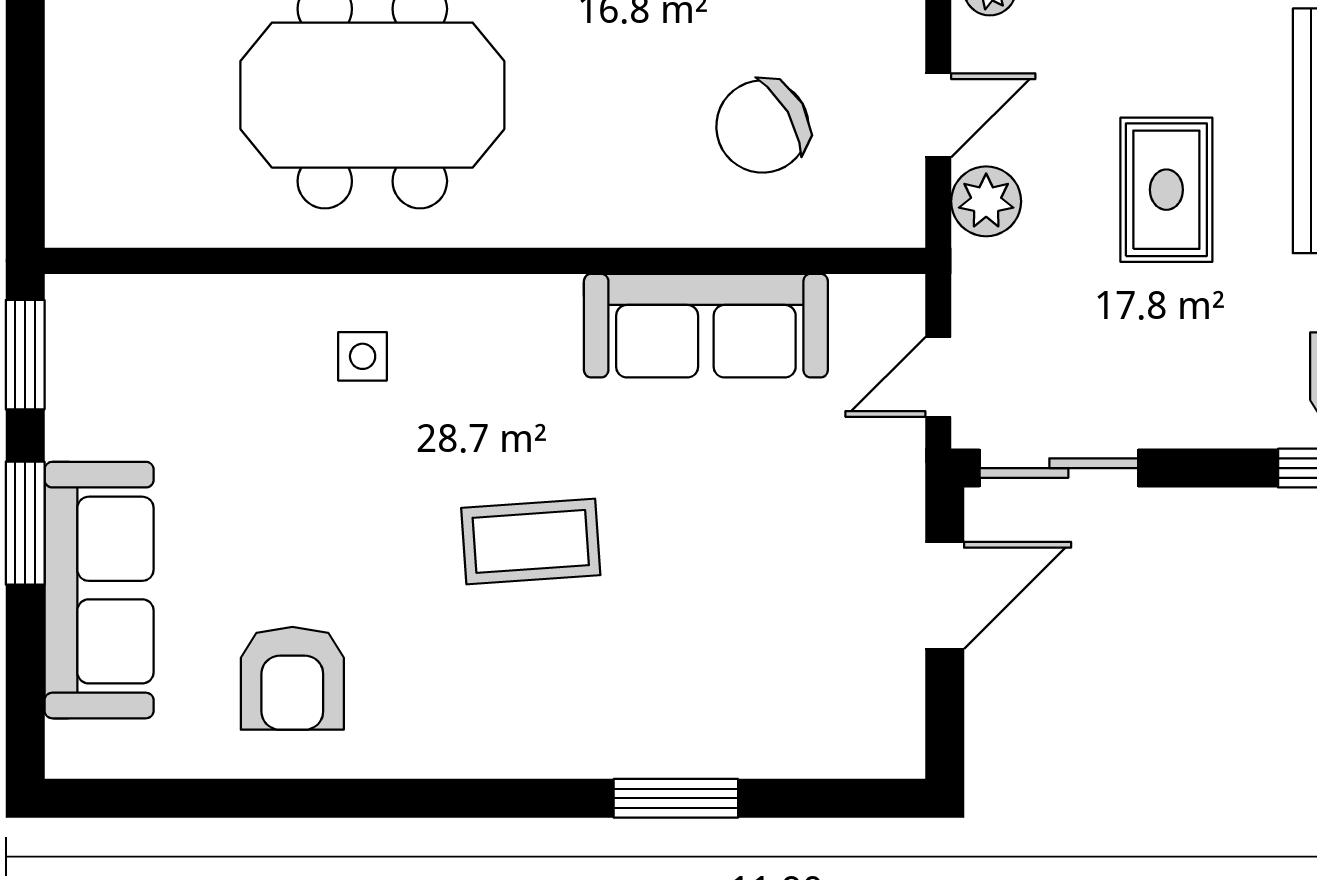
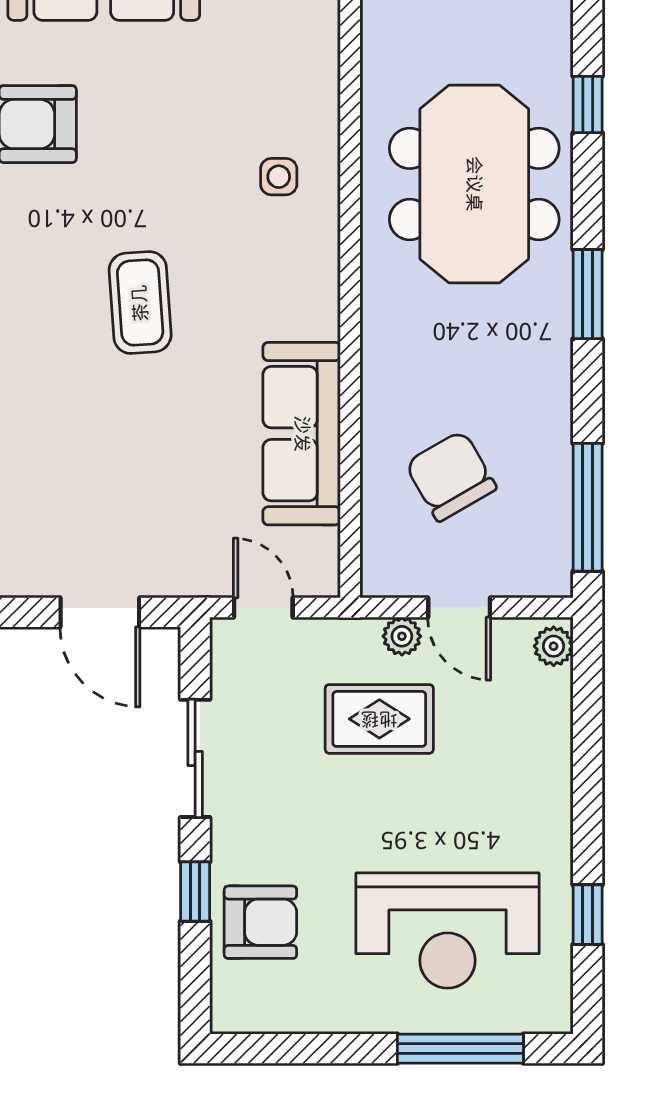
rug: (1166, 190) -> (379, 719), moved
plant: (986, 201) -> (402, 636), width x0.73, depth x0.73
sliding door: (1059, 468) -> (195, 758), moved

